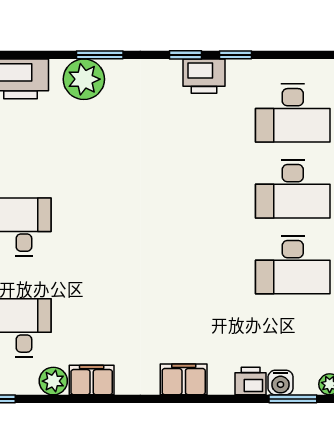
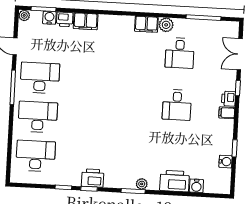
printer: (204, 76) -> (93, 178), moved
plant: (84, 79) -> (142, 184), width x0.53, depth x0.53
filing cabinet: (184, 379) -> (86, 21), moved

